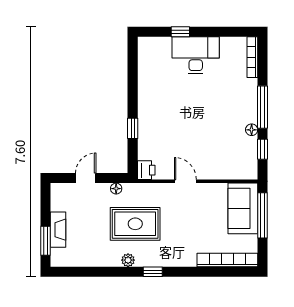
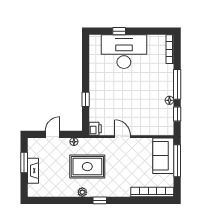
desk: (196, 55) -> (124, 52), width x1.36, depth x1.30
window: (46, 241) -> (24, 162), moved

